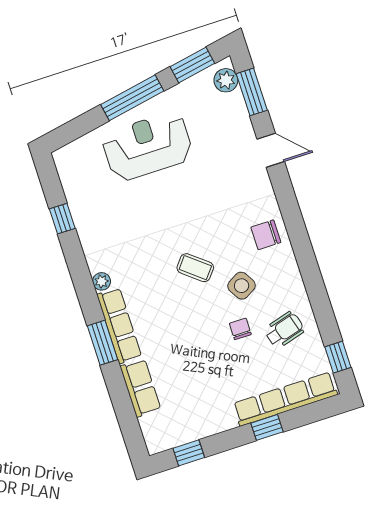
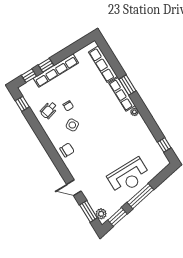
window: (62, 219) -> (164, 145), moved
coffee table: (195, 268) -> (95, 128), removed
row of seats: (141, 388) -> (103, 64), width x1.48
row of seats: (285, 399) -> (56, 71), moved
window: (189, 453) -> (29, 76), moved

